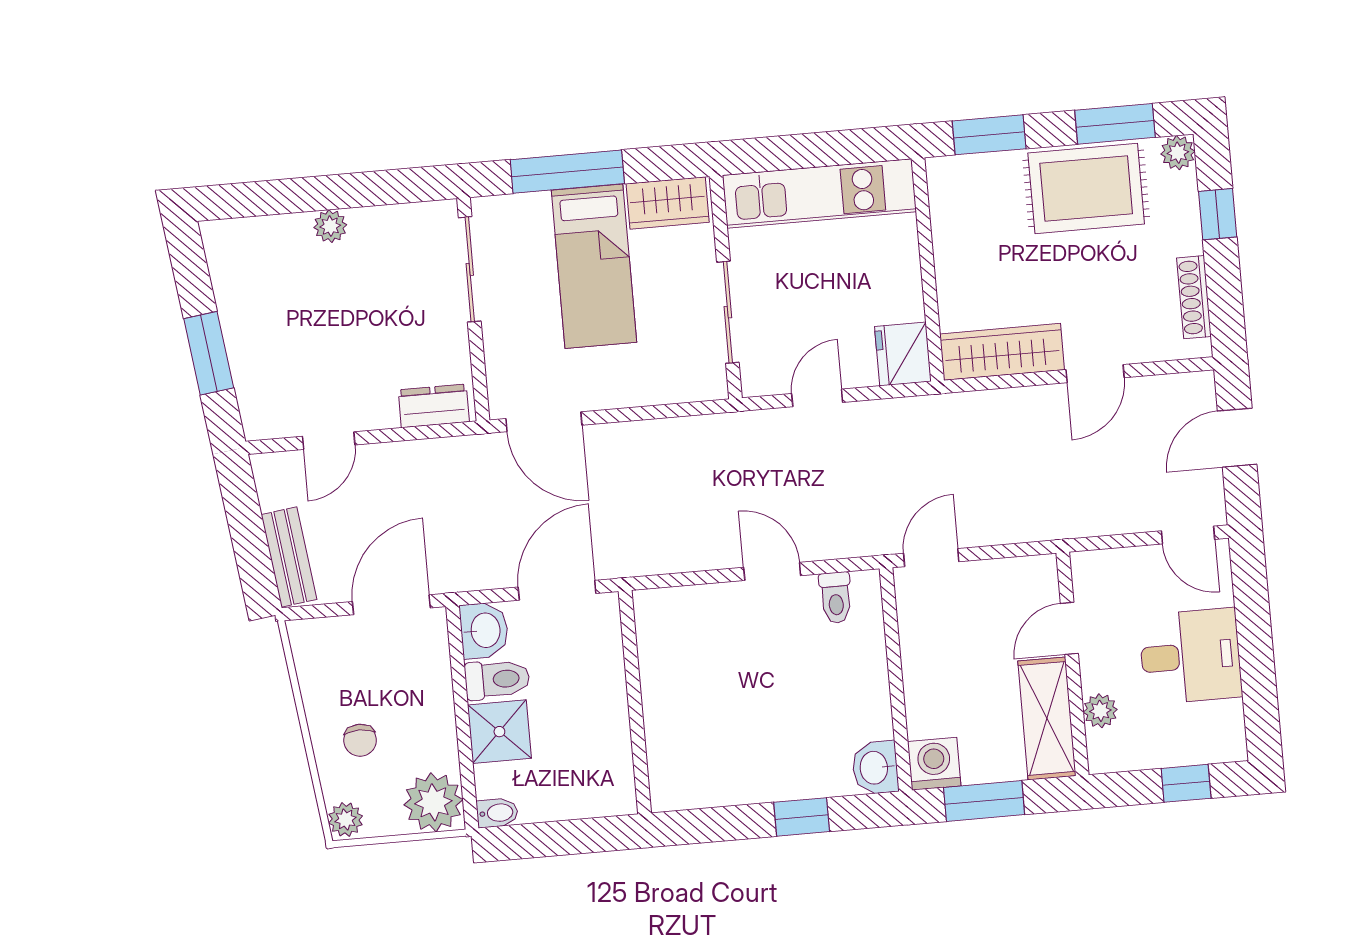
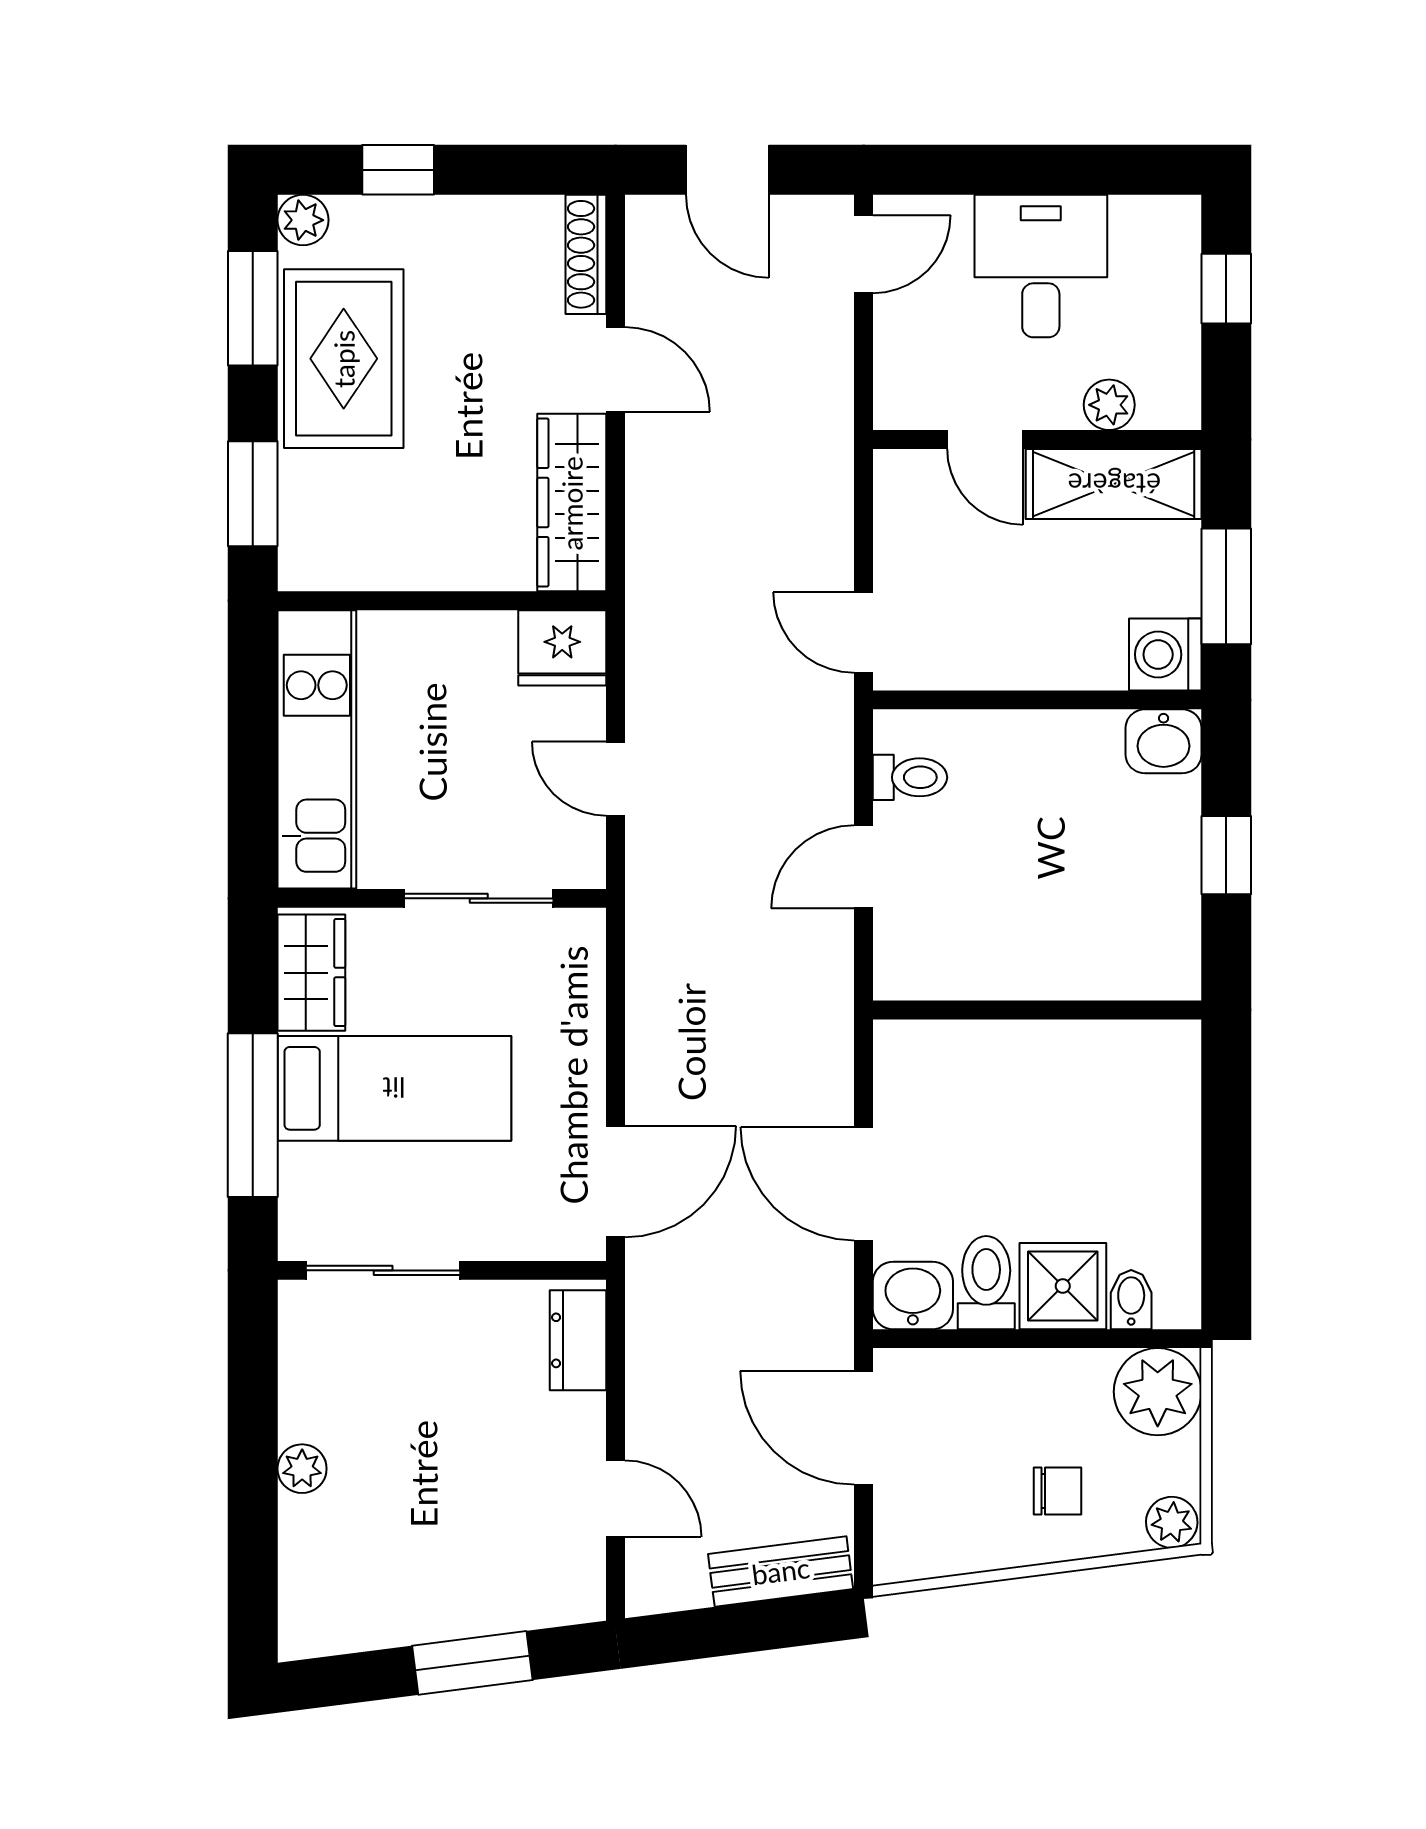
shoe rack: (1194, 297) -> (586, 254), moved, turned 90
wall: (635, 702) -> (1037, 1010), moved
bidet: (497, 813) -> (1131, 1300), moved

